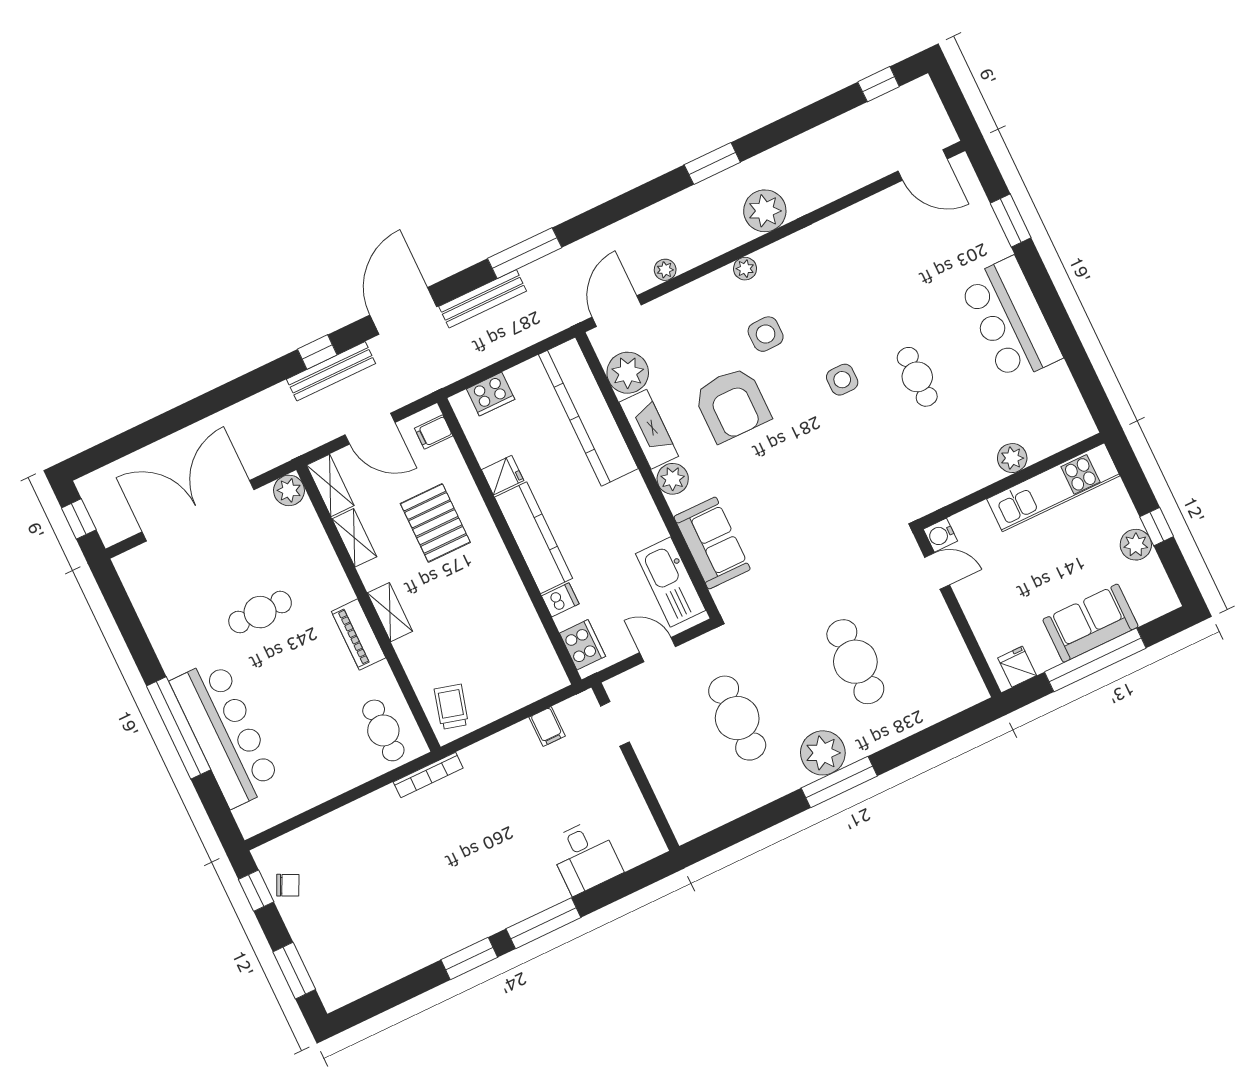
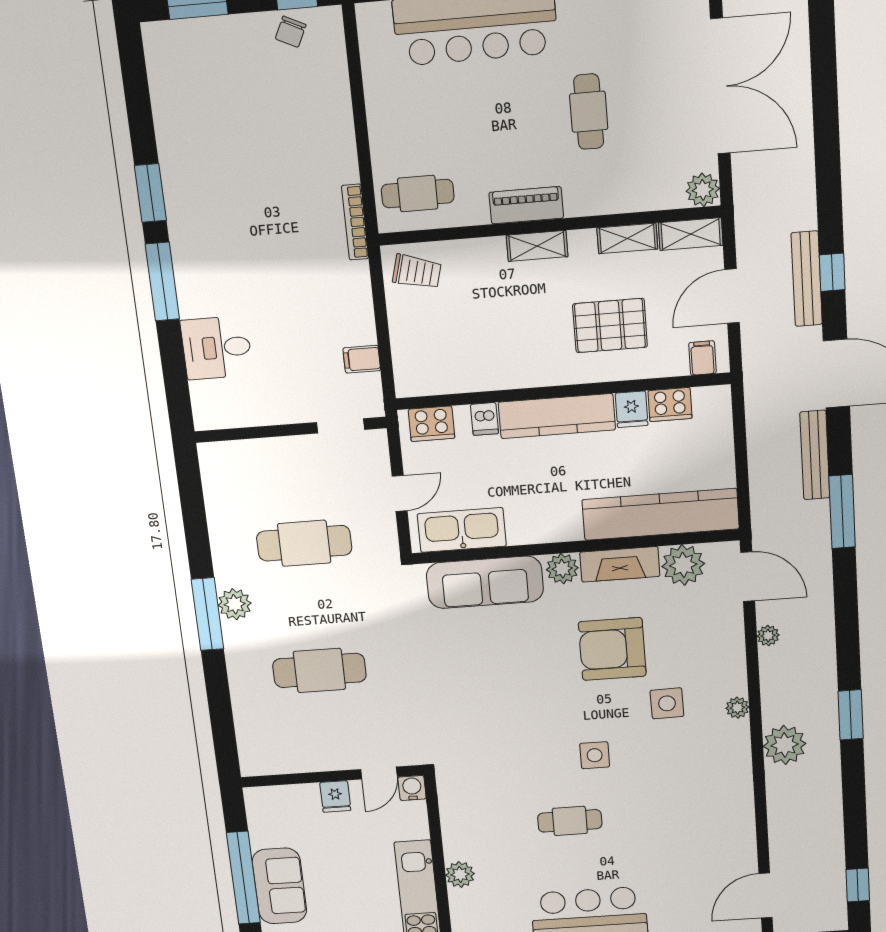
cooker: (491, 394) -> (670, 404), moved, turned -90
sofa: (712, 543) -> (485, 582), width x1.36
fridge: (1017, 667) -> (335, 796), moved, turned 90
plant: (823, 753) -> (235, 604), width x0.73, depth x0.73

